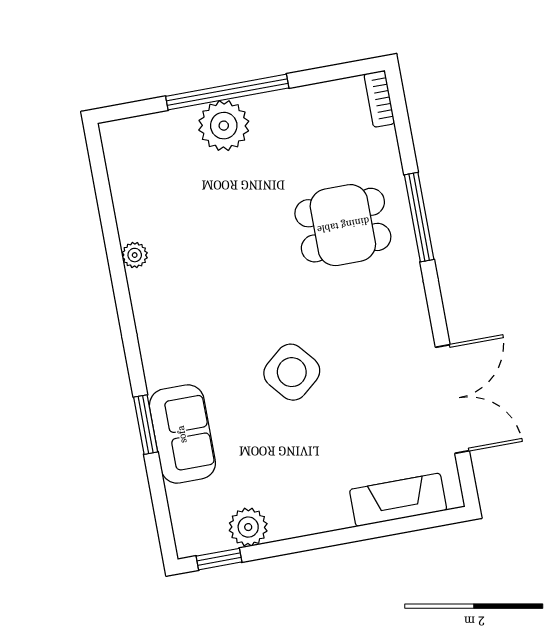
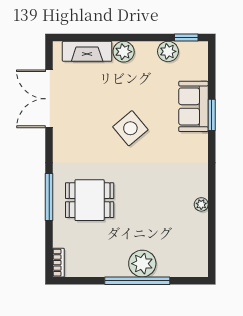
plant: (330, 512) -> (124, 52), added

